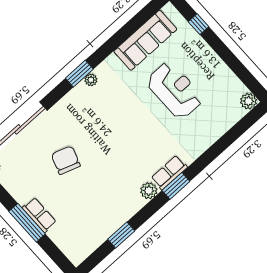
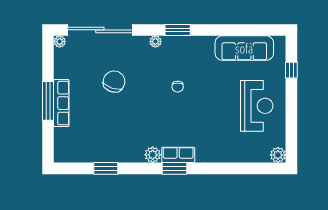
plant: (91, 80) -> (155, 42), moved
reception desk: (175, 90) -> (257, 106), moved
chair: (120, 119) -> (178, 87), added
row of seats: (39, 215) -> (61, 103), width x1.48

